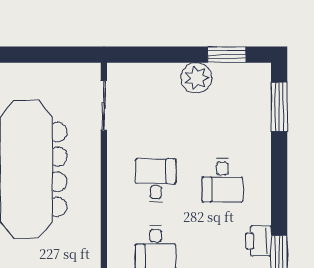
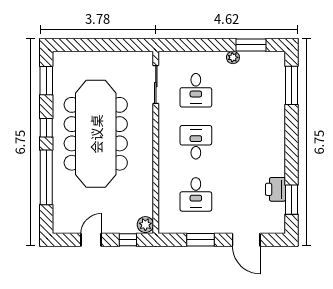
plant: (196, 78) -> (233, 57), width x0.53, depth x0.53
desk: (222, 180) -> (196, 90), moved

